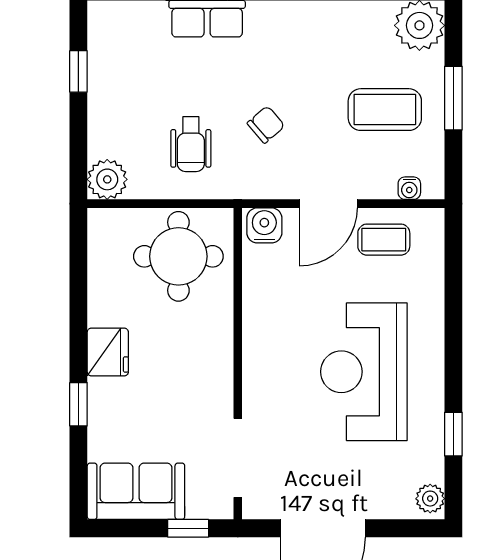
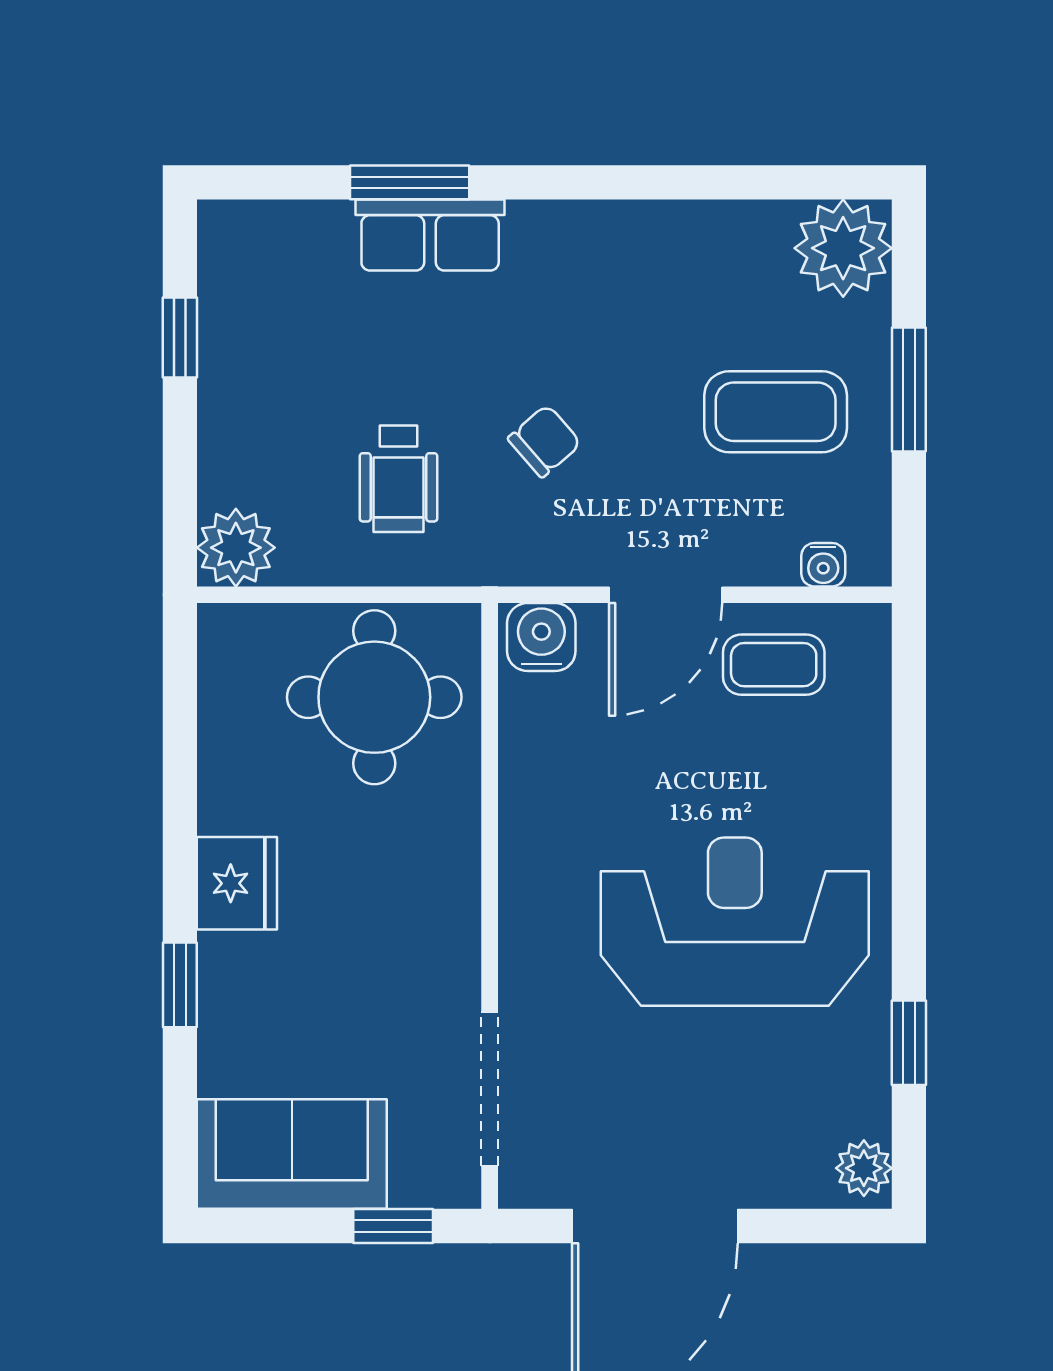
reception desk: (364, 372) -> (735, 922), turned 90

